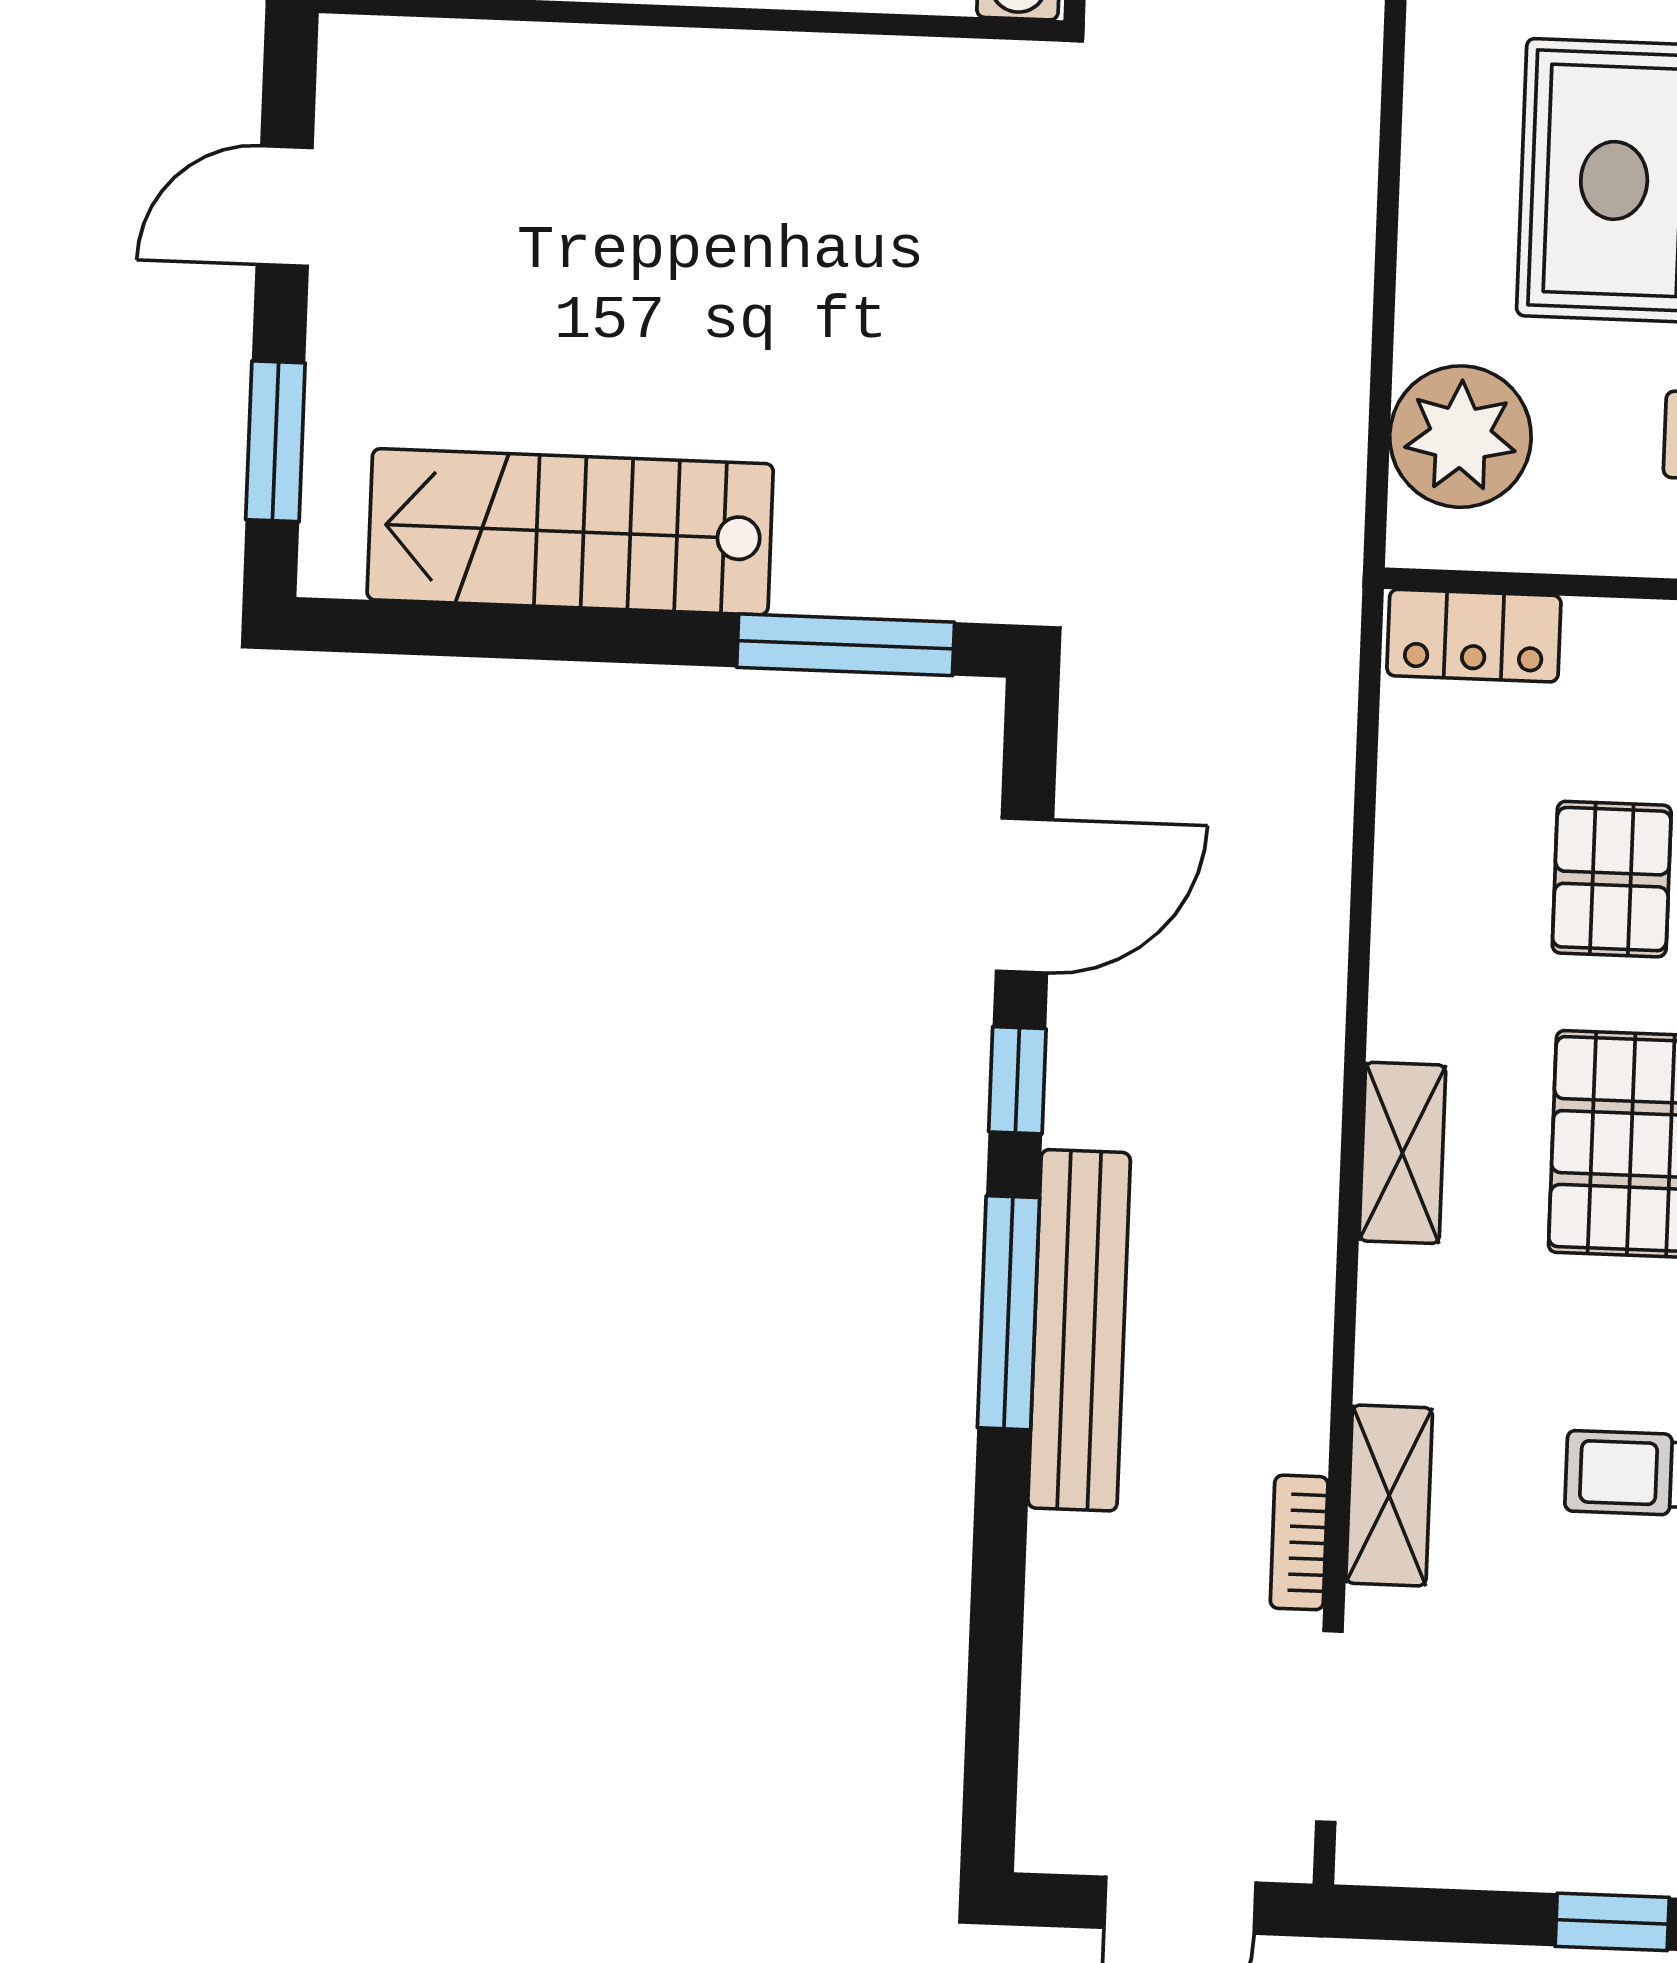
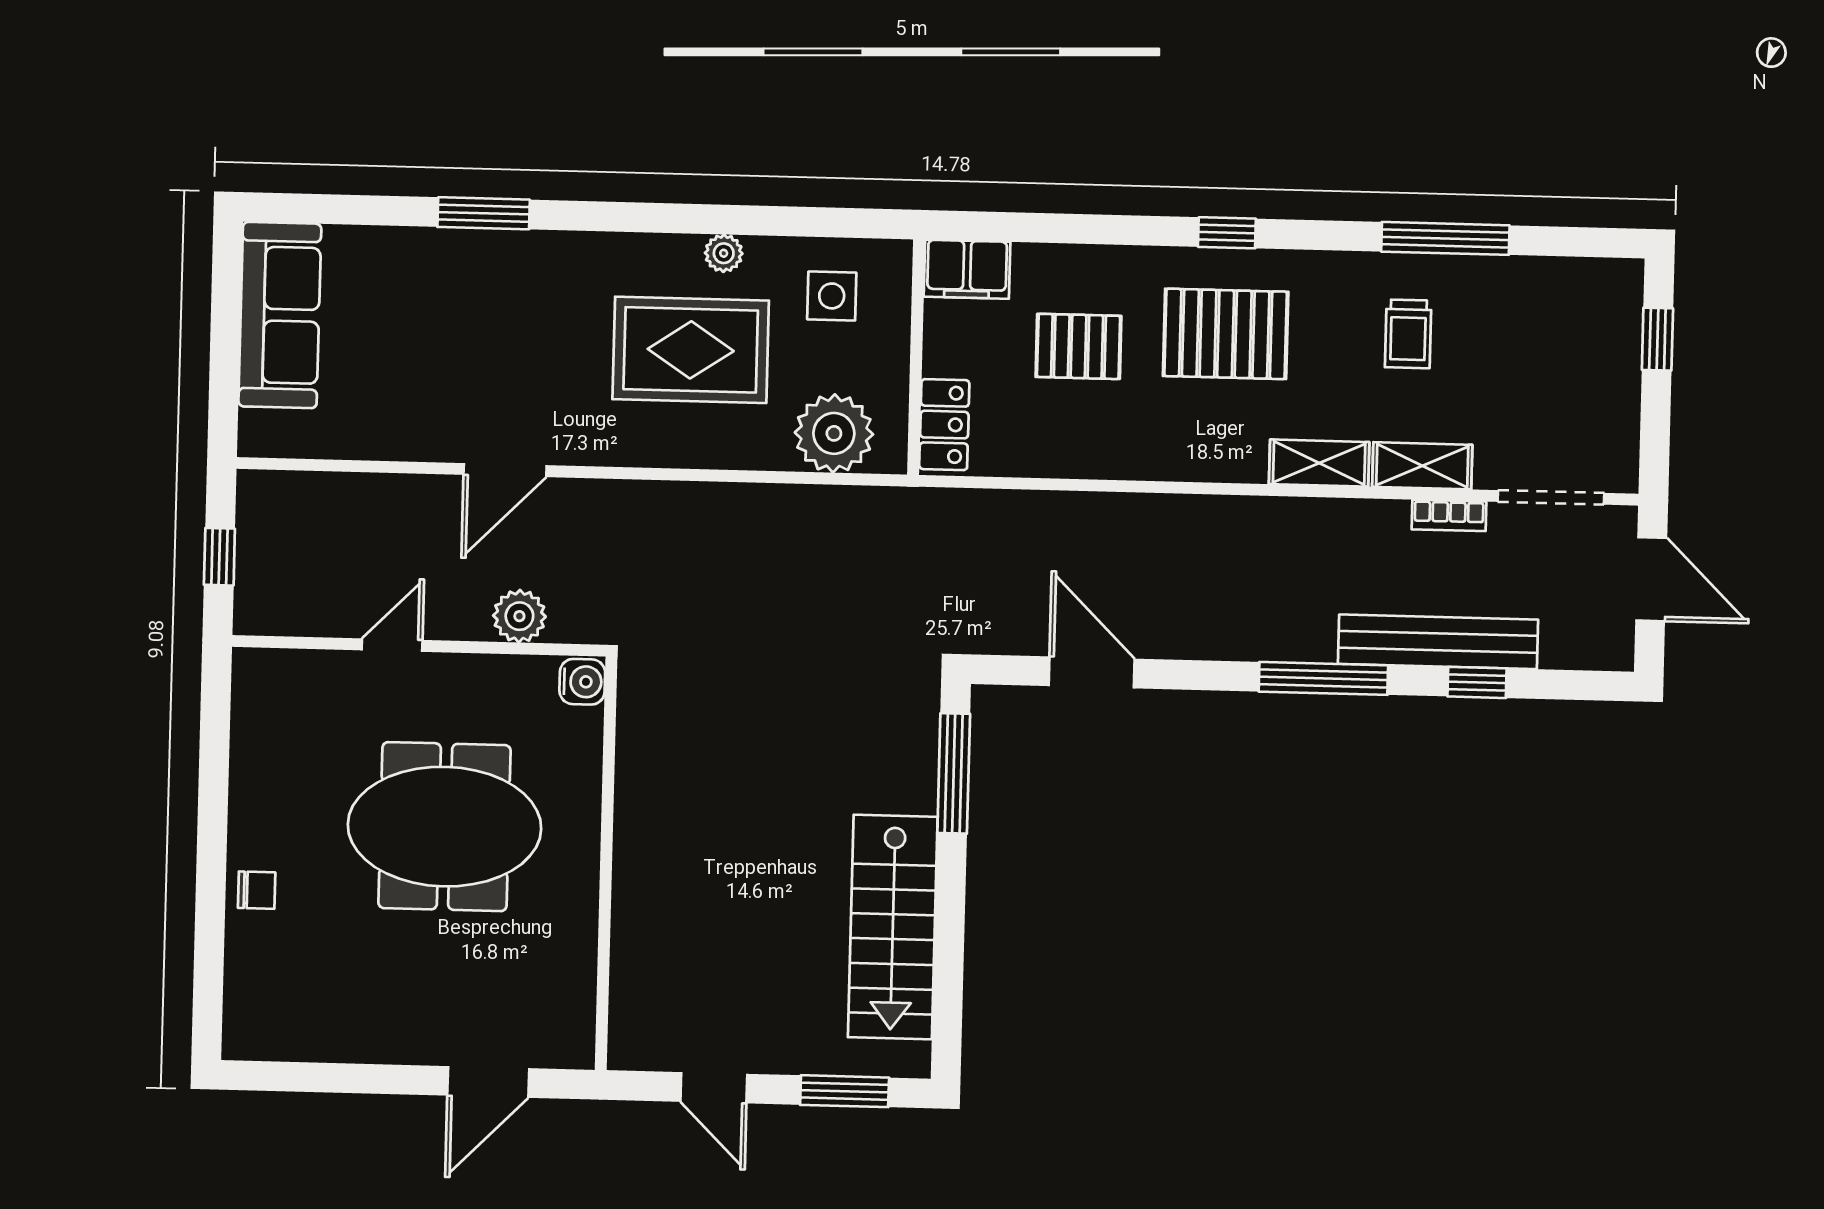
window: (1017, 1080) -> (1477, 682), moved
shelving: (1402, 1153) -> (1319, 463), moved
bench: (1079, 1330) -> (1438, 642), moved

